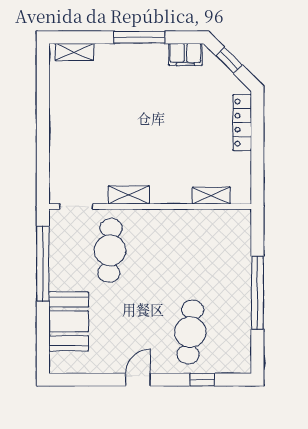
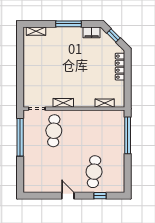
window: (257, 293) -> (128, 135), moved
booth: (69, 321) -> (33, 166), removed
door: (138, 380) -> (68, 196), hinge flipped

